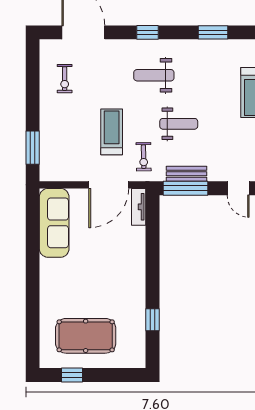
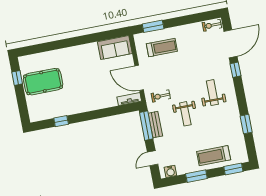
window: (148, 32) -> (235, 70), moved
exercise bike: (65, 79) -> (212, 25), moved
treadmill: (112, 132) -> (162, 48), moved
sofa: (54, 223) -> (115, 48), width x0.73
pool table: (86, 336) -> (43, 82), turned 90

